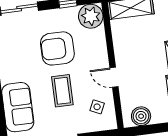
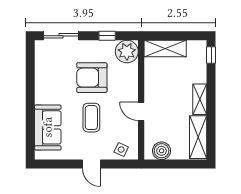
side table: (97, 107) -> (121, 150), moved

